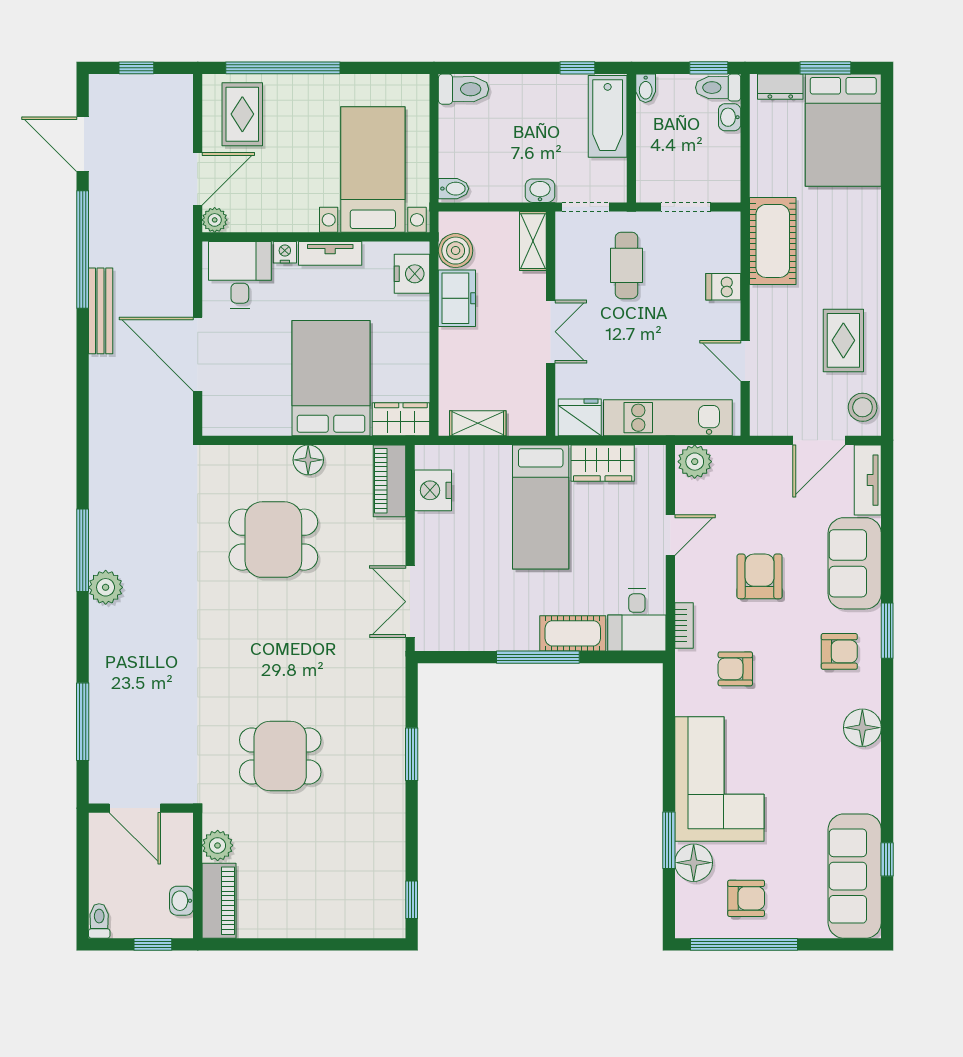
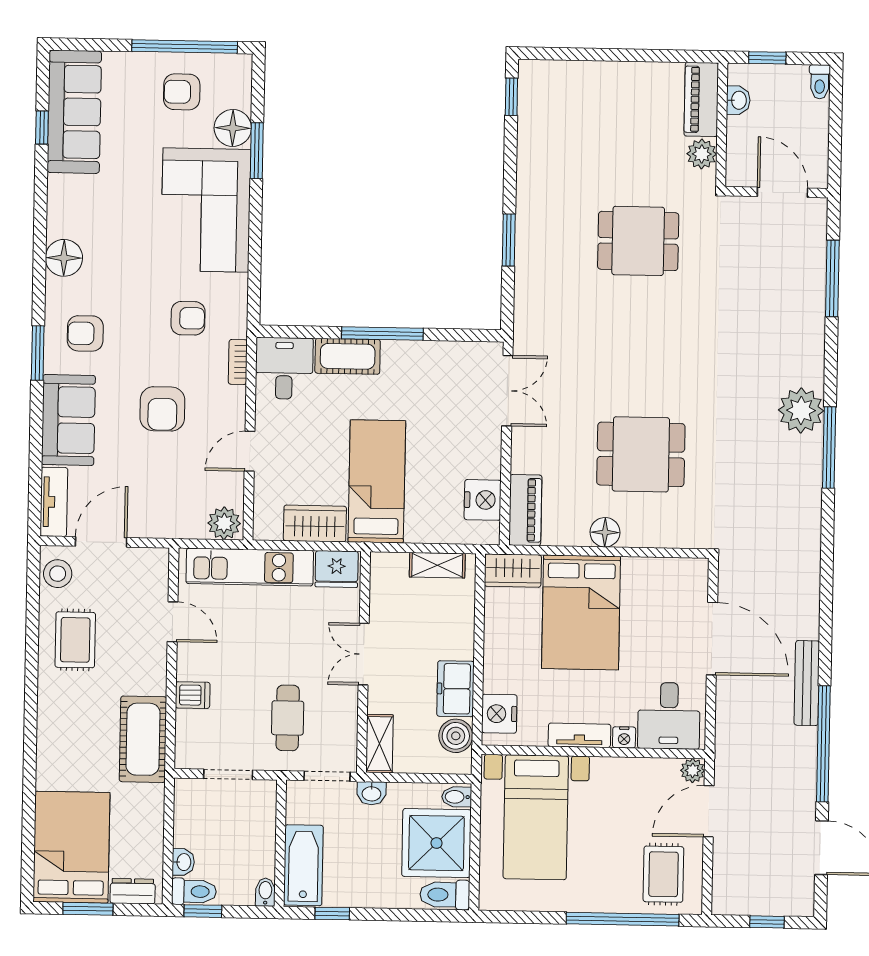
shower: (473, 141) -> (436, 843), added
plant: (106, 587) -> (801, 410), width x1.36, depth x1.36

